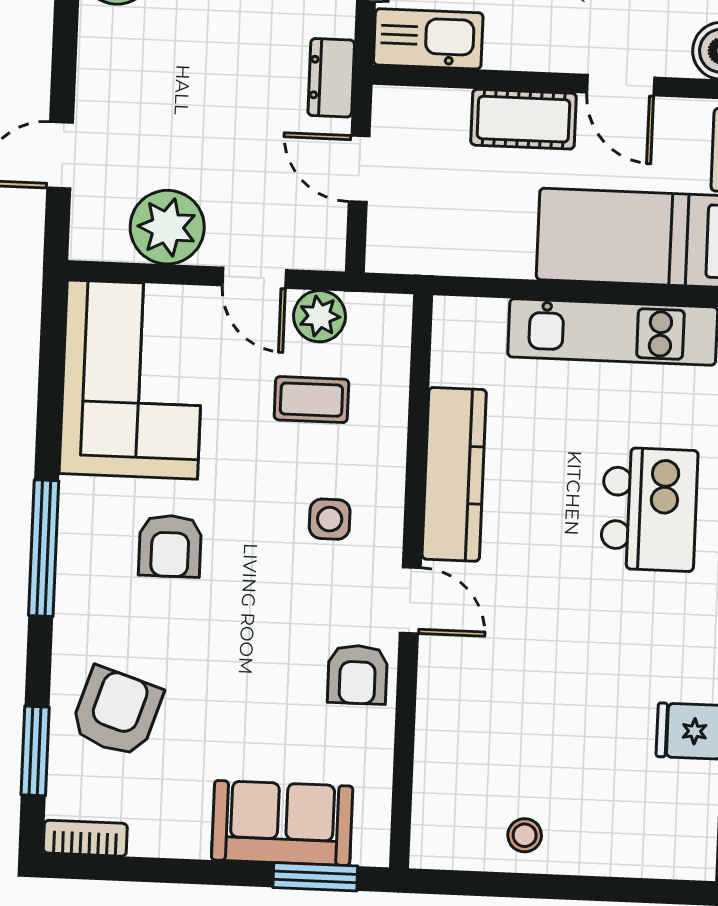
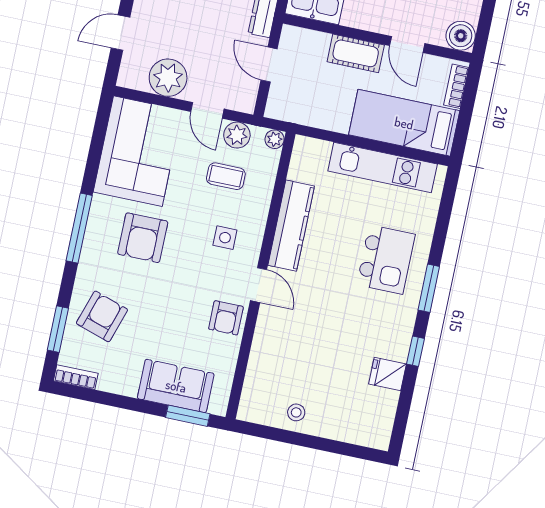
plant: (394, 312) -> (275, 139), added
armchair: (170, 546) -> (143, 238), width x1.38, depth x1.38

